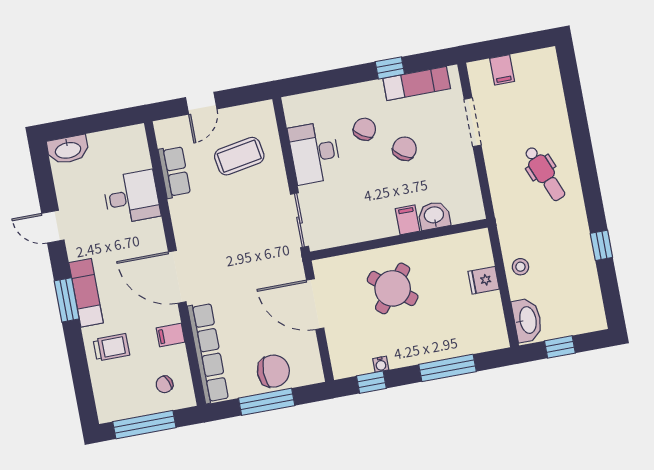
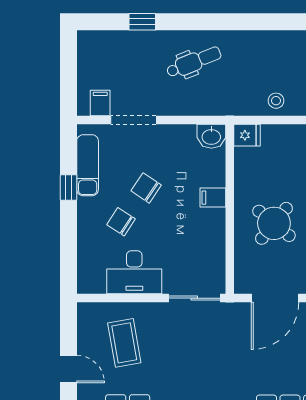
filing cabinet: (502, 70) -> (100, 103), moved, turned -90
washbasin: (434, 216) -> (211, 136), moved, turned -90
window: (601, 245) -> (142, 22), moved
fridge: (484, 280) -> (247, 135), moved, turned -90

